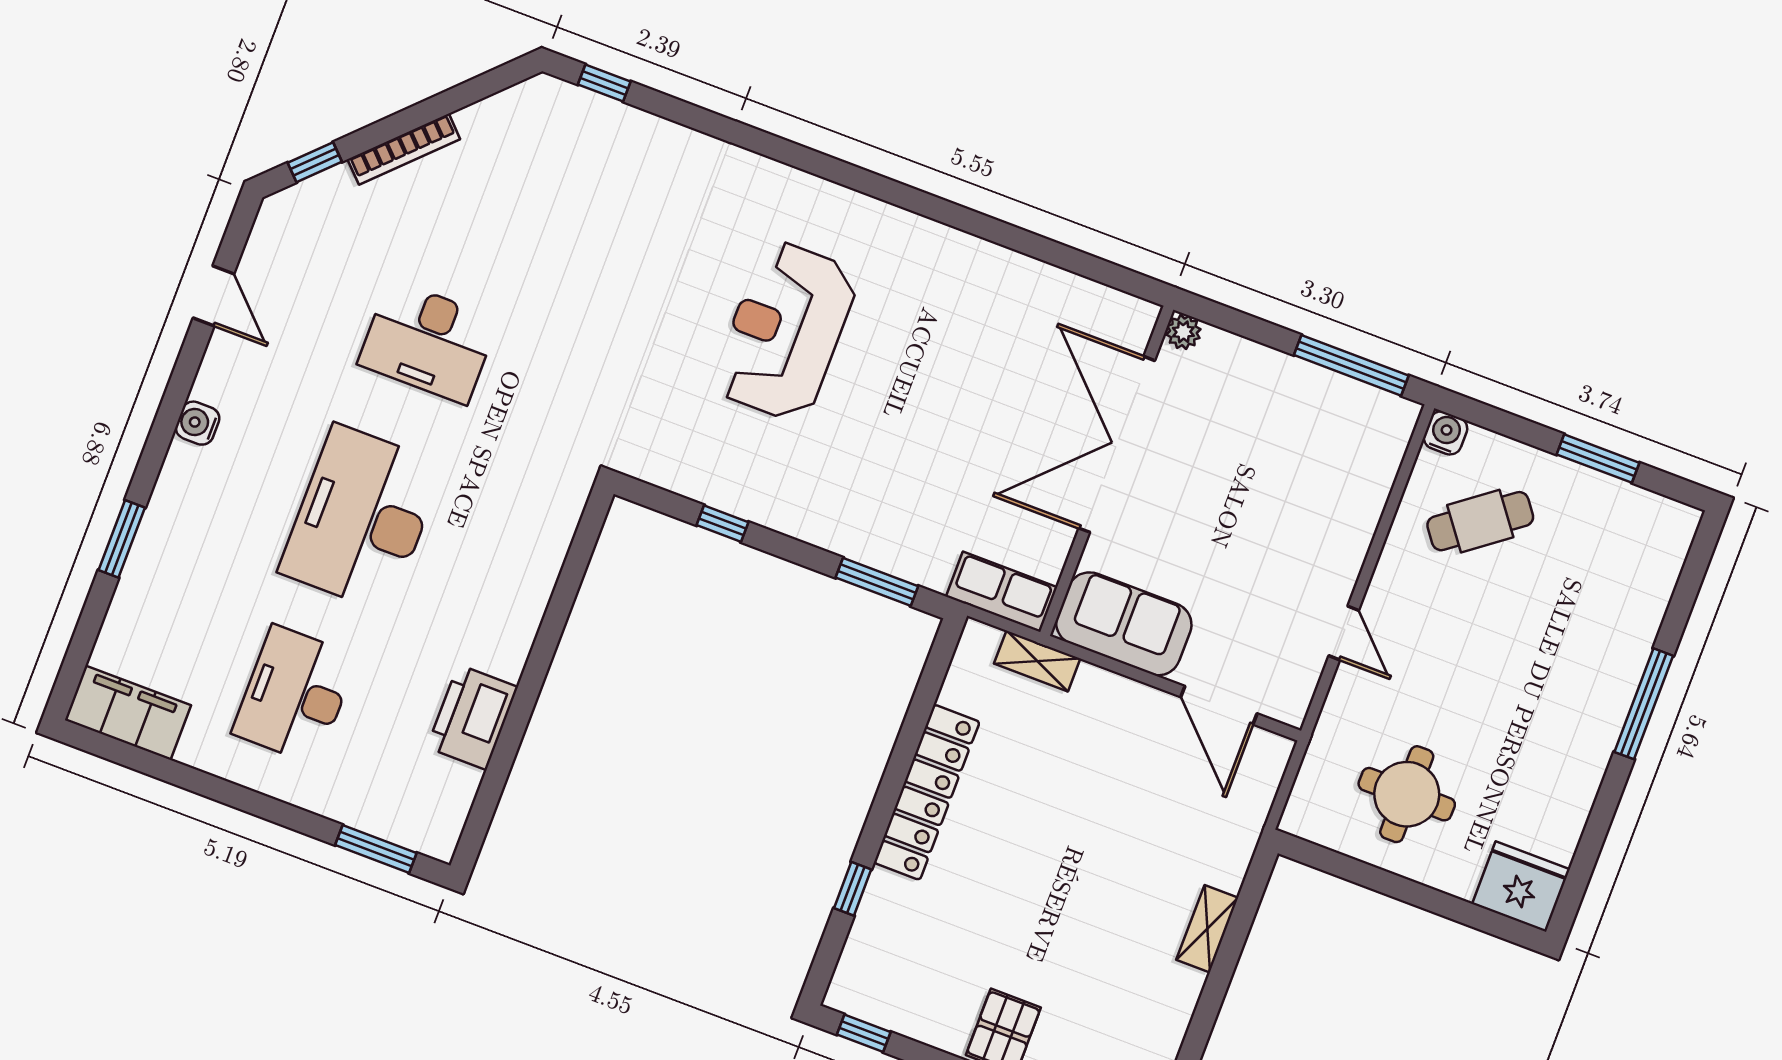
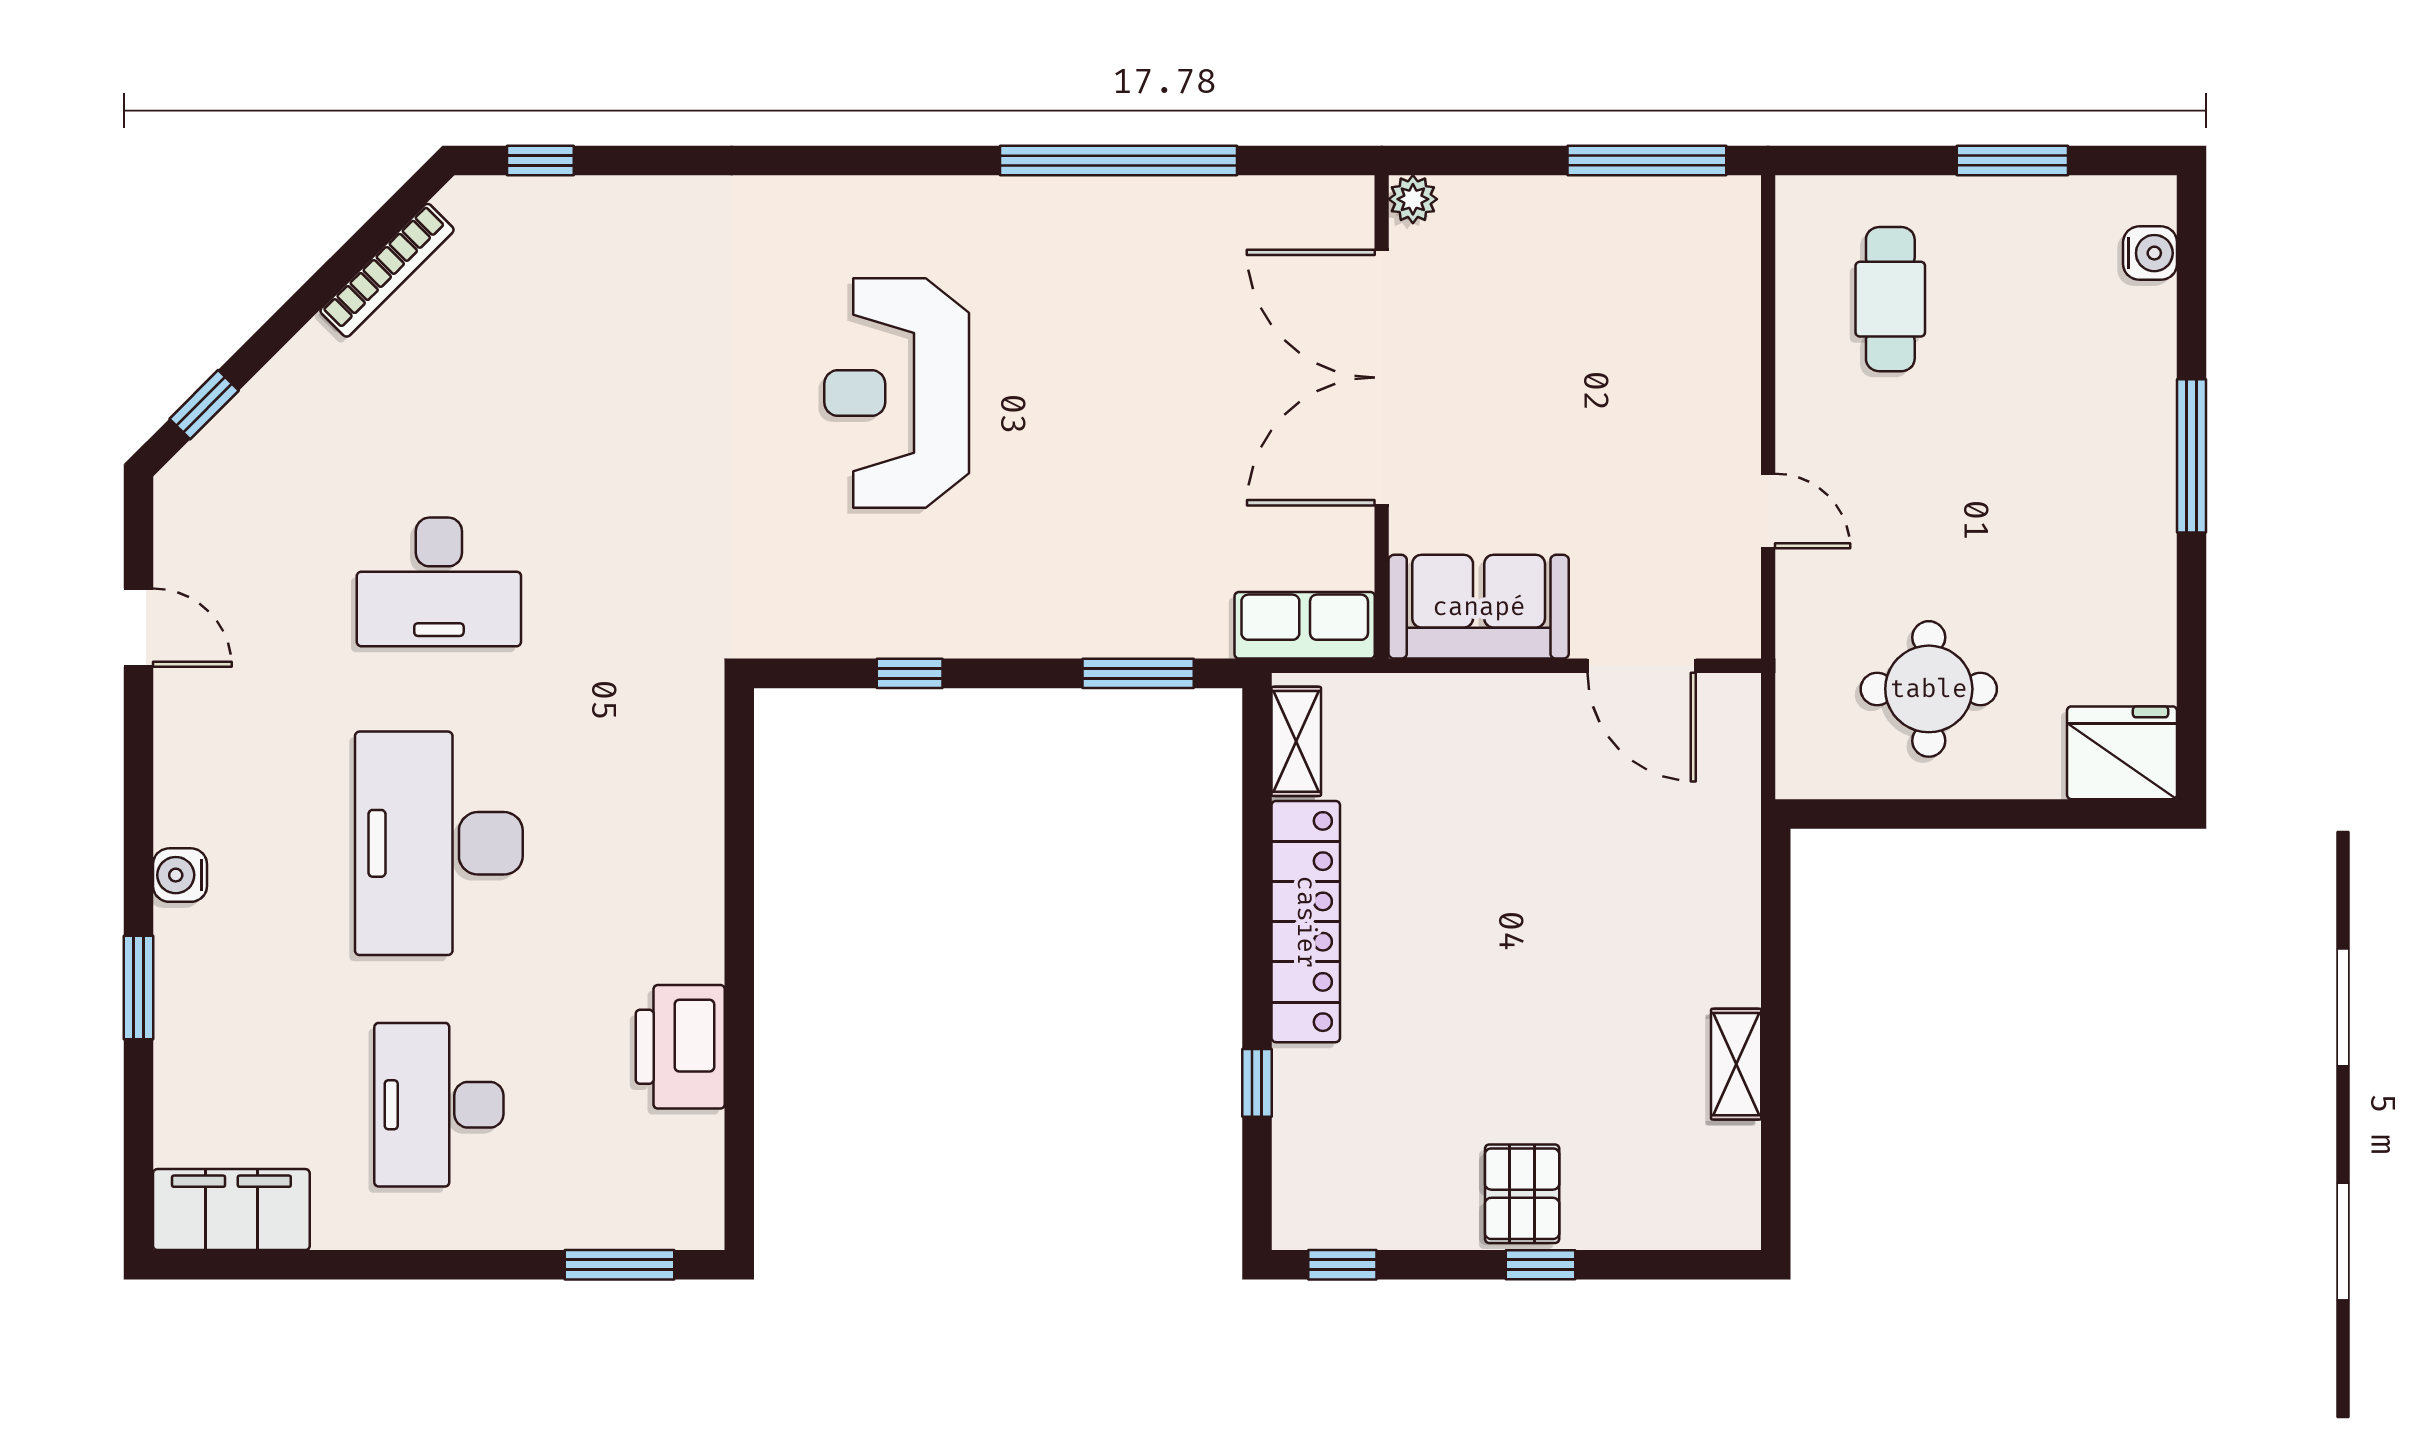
bookcase: (404, 149) -> (387, 270), moved
window: (994, 231) -> (1118, 160), added
water cooler: (198, 423) -> (180, 875), moved
water cooler: (1445, 433) -> (2150, 253), moved, turned 90
cafe table: (1480, 521) -> (1890, 299), turned -53
shelving: (1037, 661) -> (1296, 741), moved, turned 90
shelving: (1207, 929) -> (1736, 1064), moved

